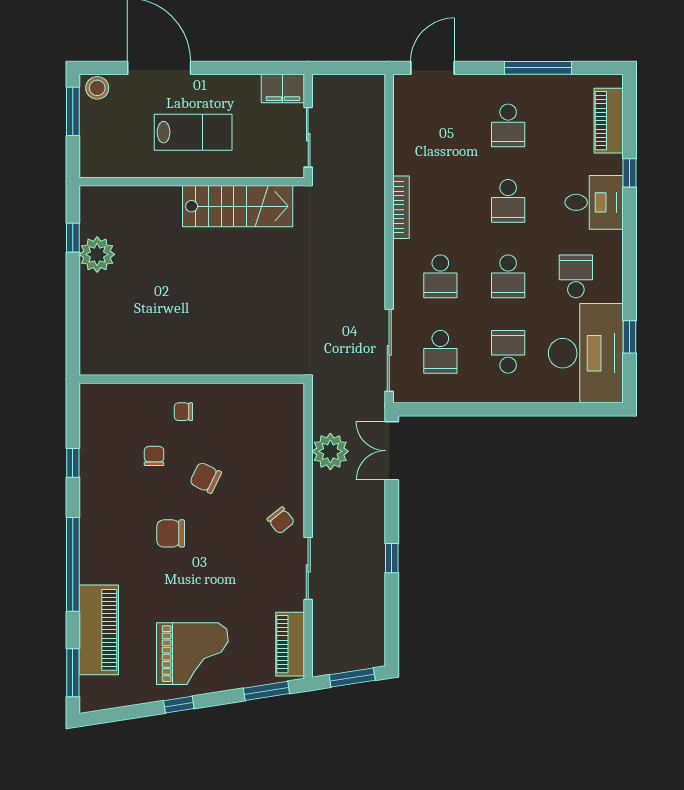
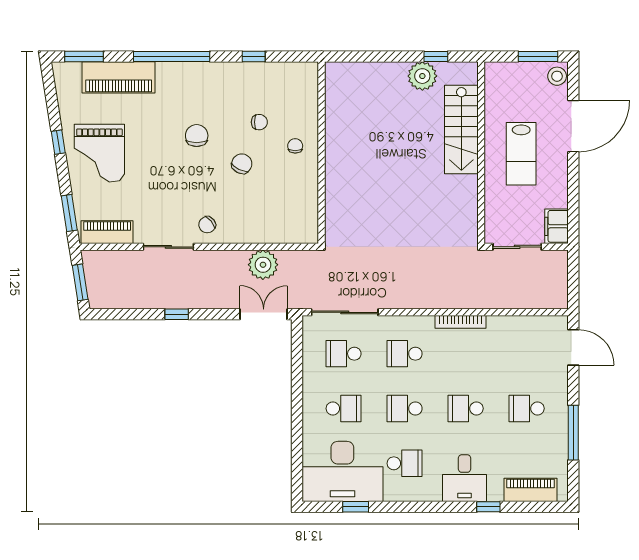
stairs: (238, 206) -> (461, 129), moved

